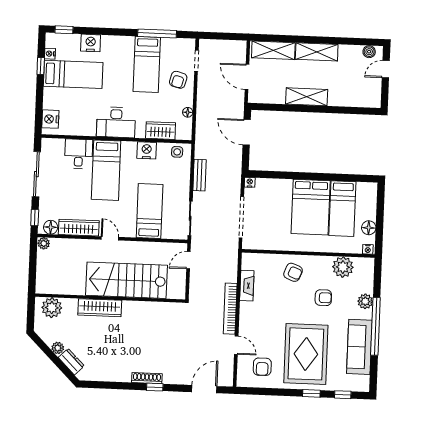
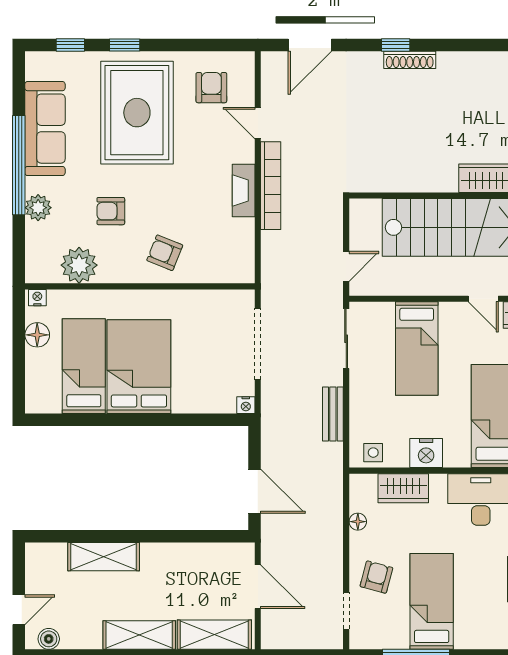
shelving: (307, 97) -> (104, 557), moved
fireplace: (247, 286) -> (244, 190), moved

